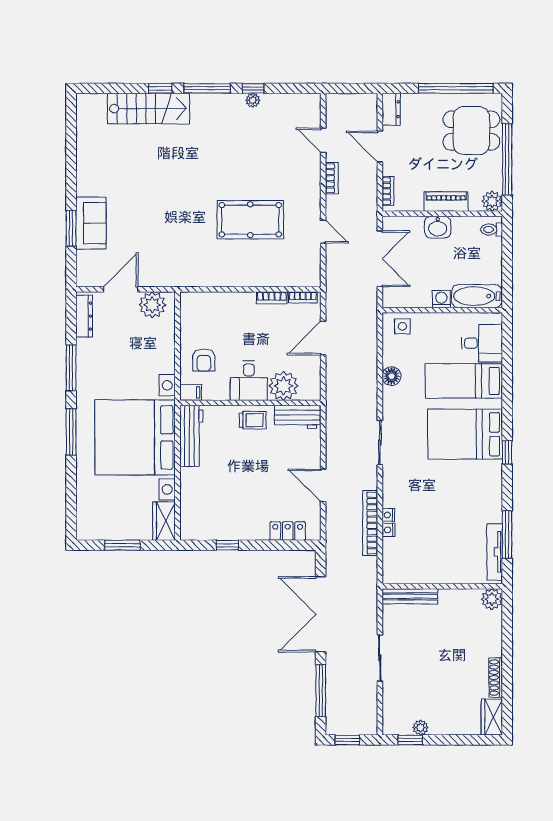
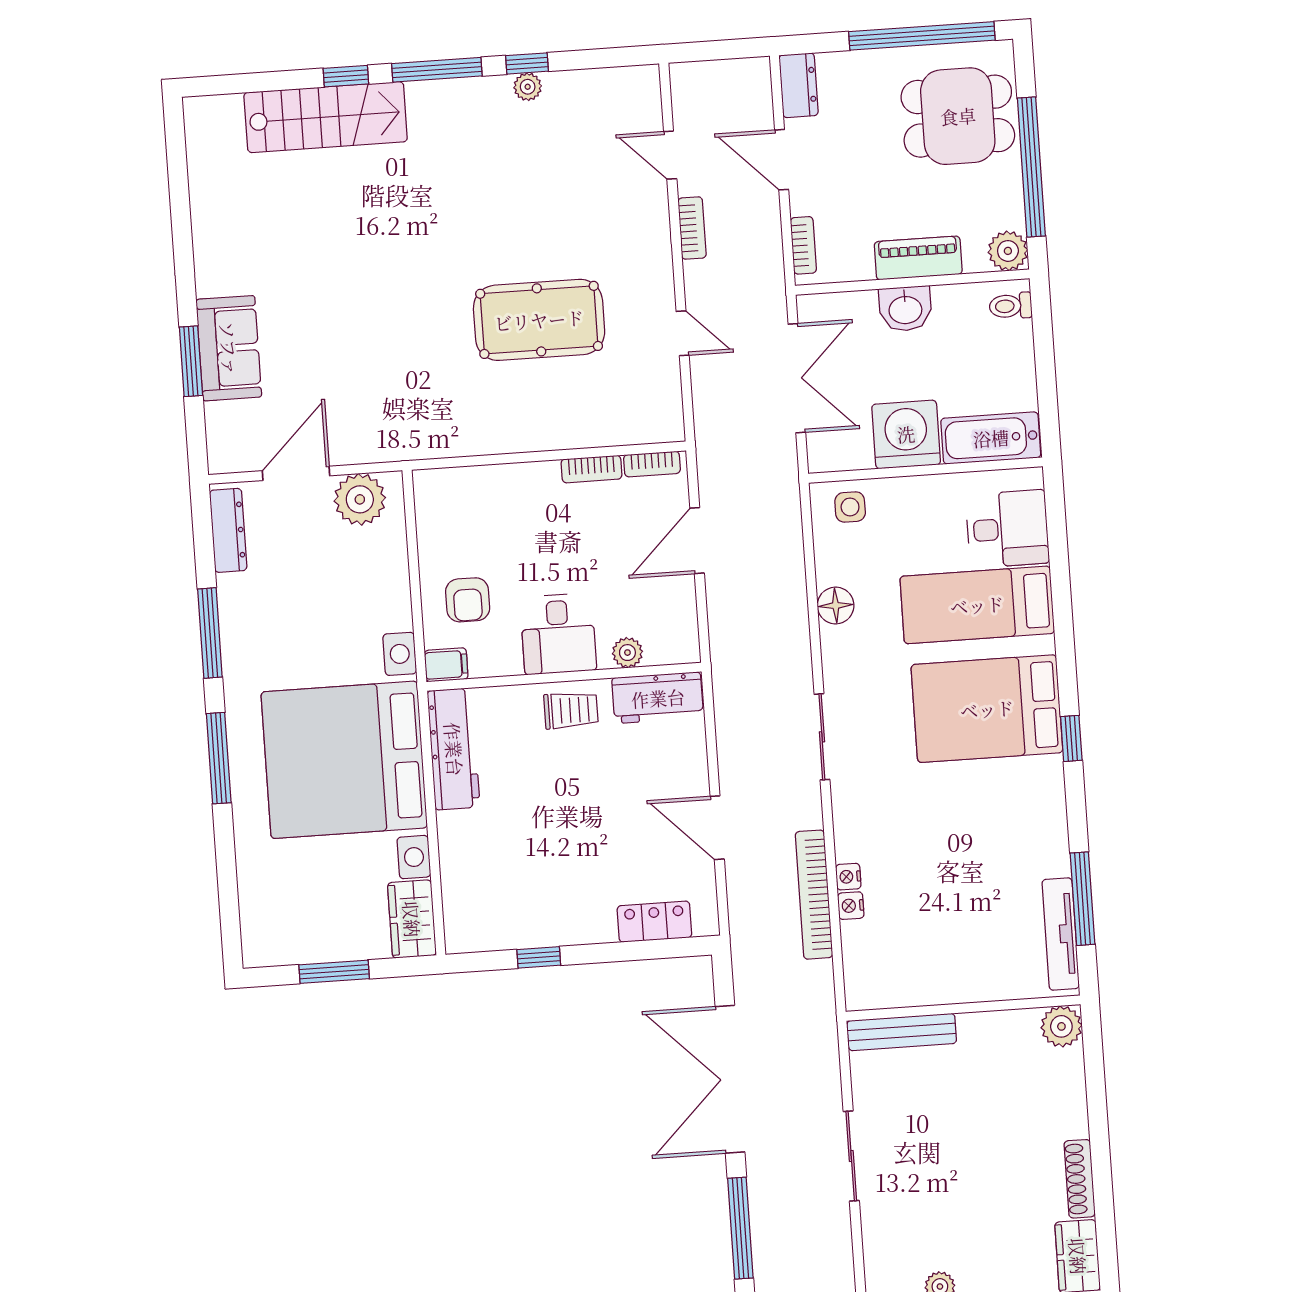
washing machine: (441, 299) -> (906, 434), width x1.89, depth x1.89
plant: (284, 386) -> (627, 653), width x0.53, depth x0.53

